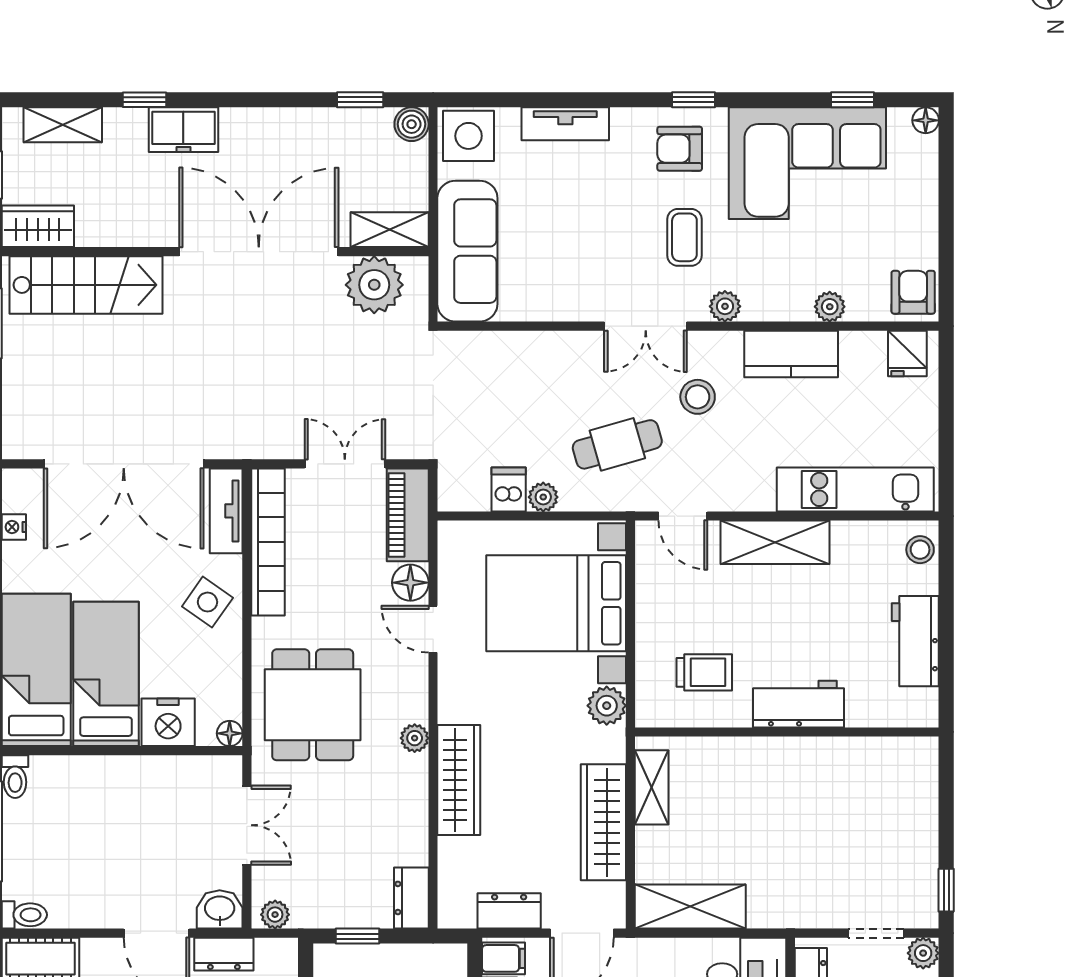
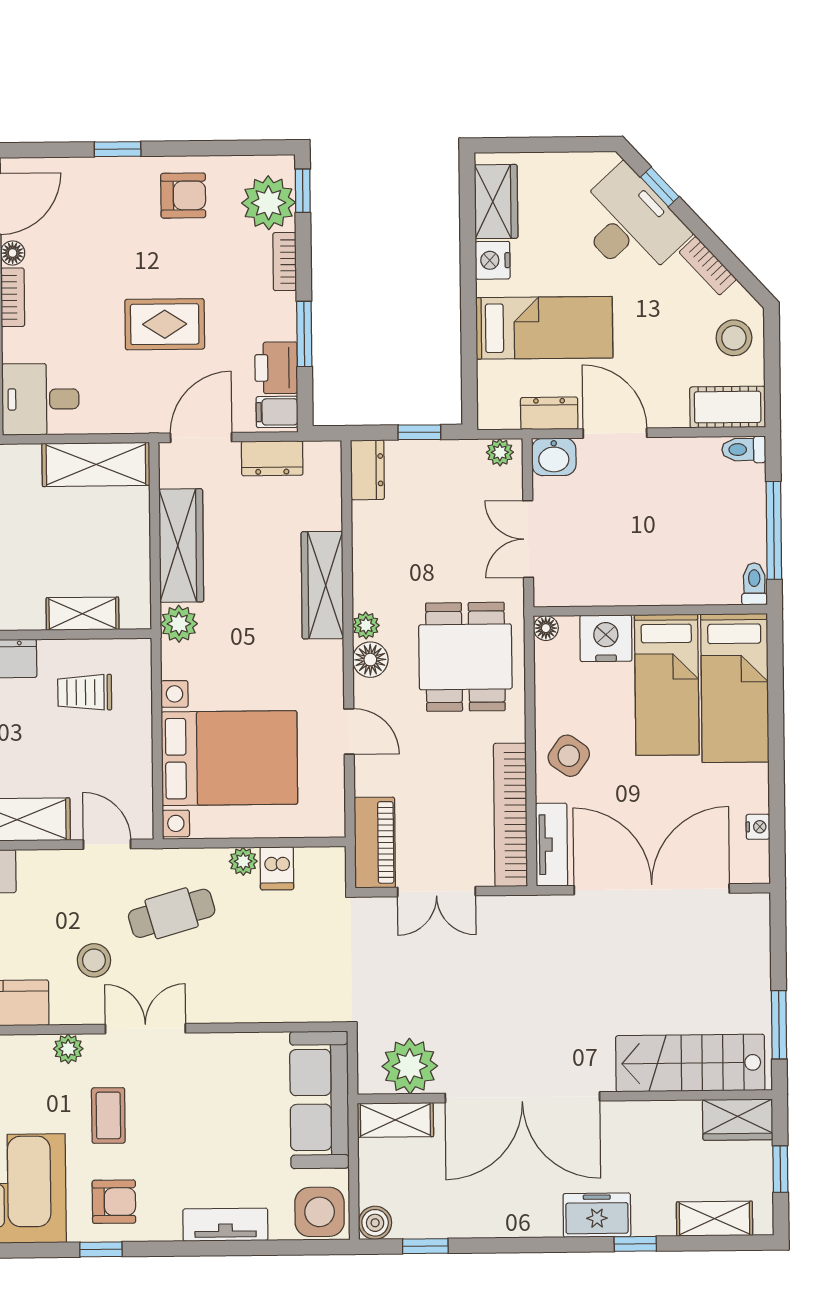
floor lamp: (410, 583) -> (370, 660), moved
plant: (607, 706) -> (179, 624), moved
shelving: (652, 787) -> (82, 614), moved, turned 90

